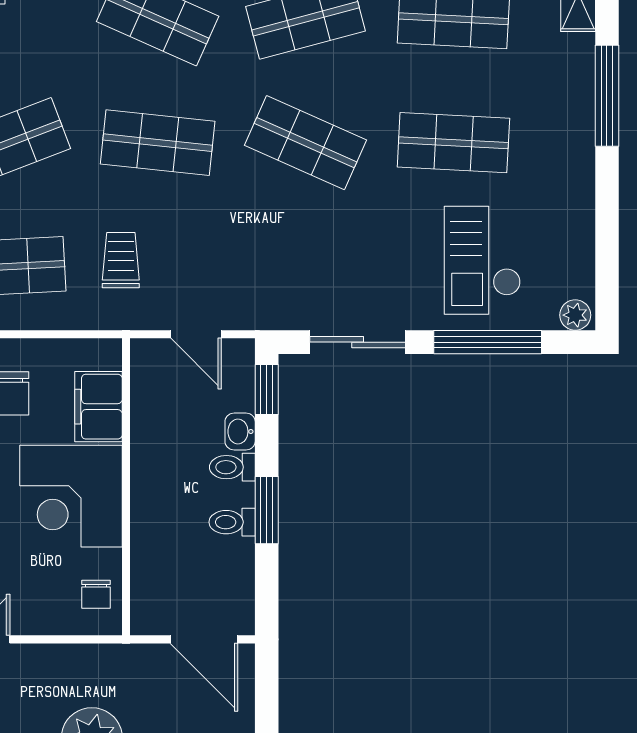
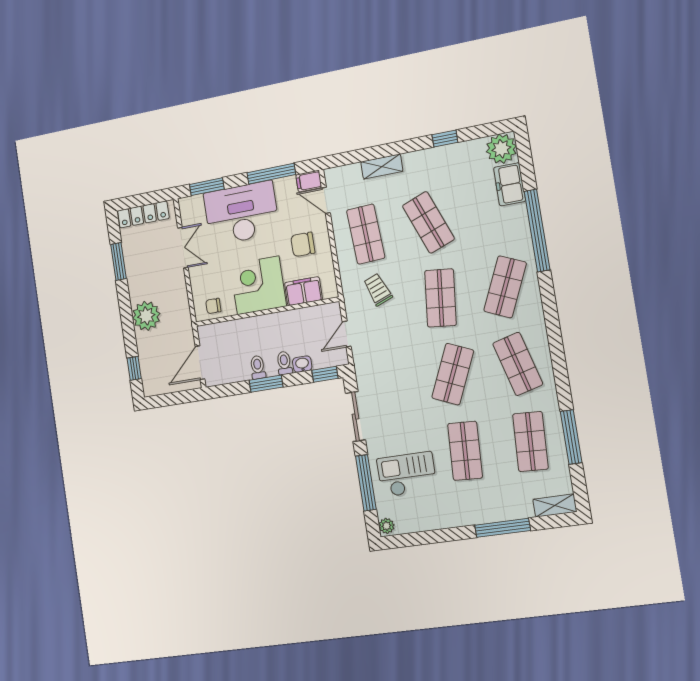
trolley: (121, 260) -> (378, 290), turned -111

